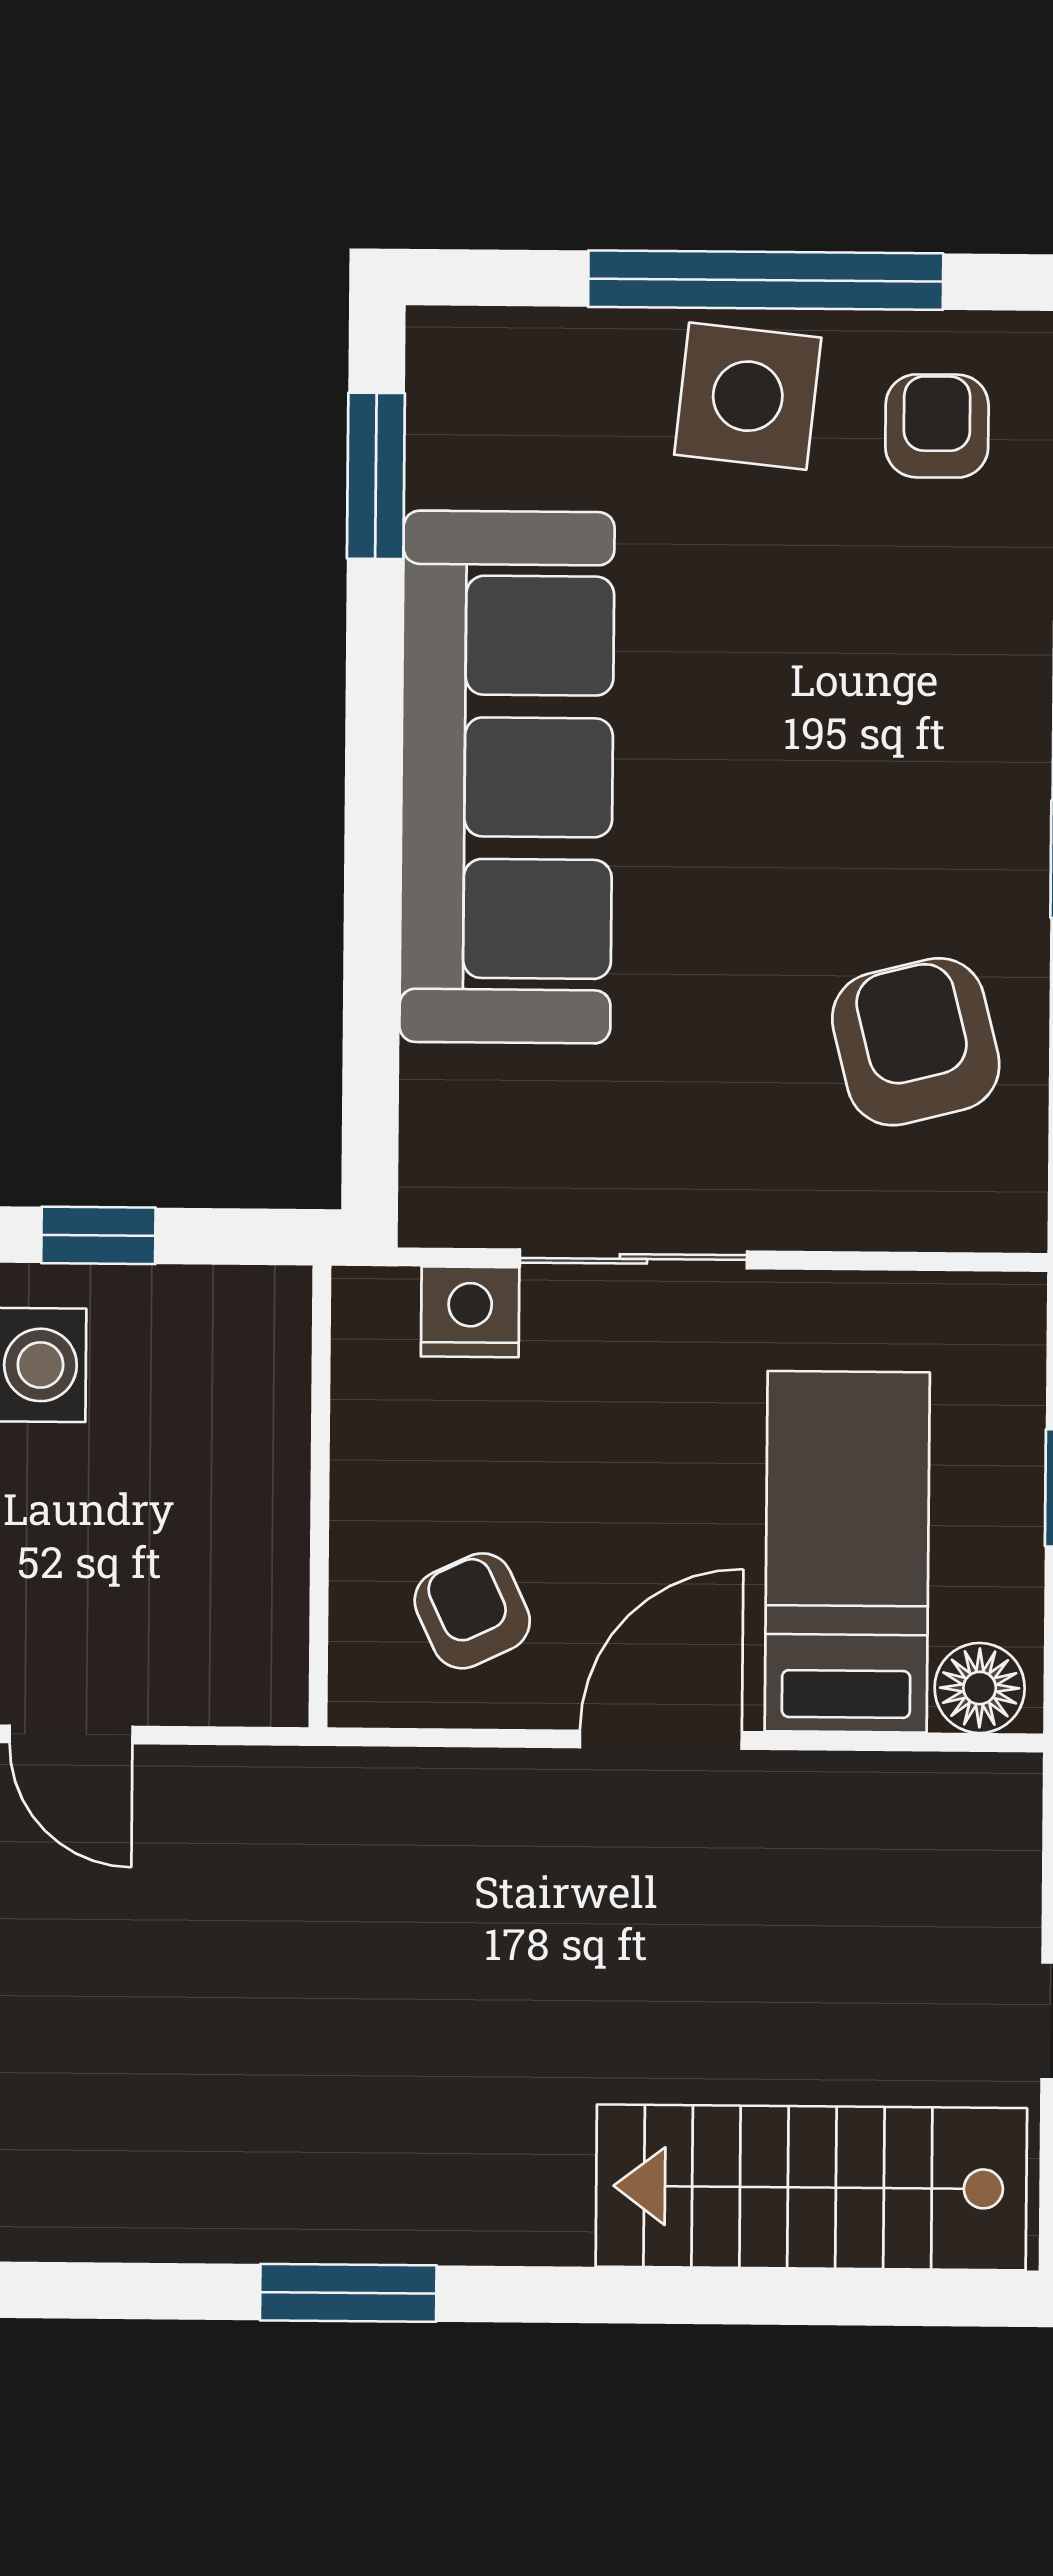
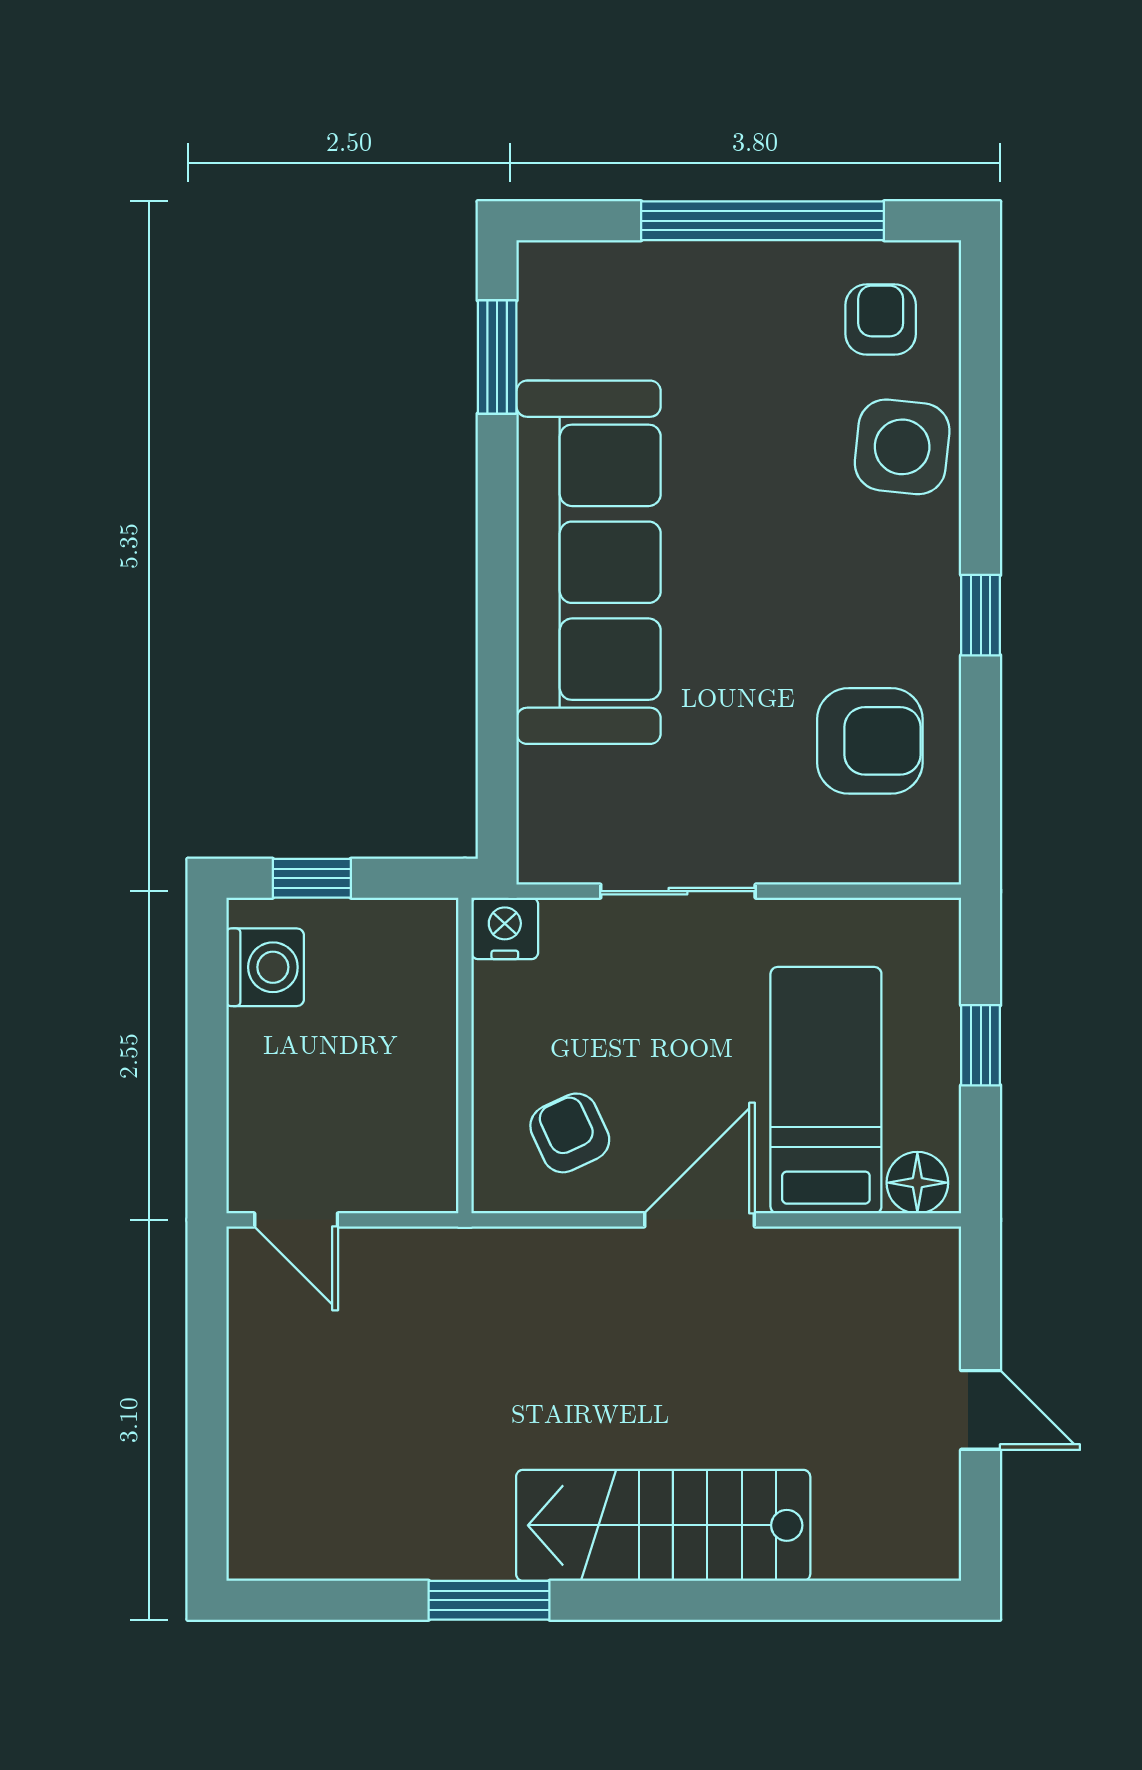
side table: (748, 396) -> (902, 447), moved
armchair: (916, 1042) -> (870, 741), turned 104
nightstand: (470, 1312) -> (505, 928), moved
stairs: (811, 2187) -> (663, 1525), moved

